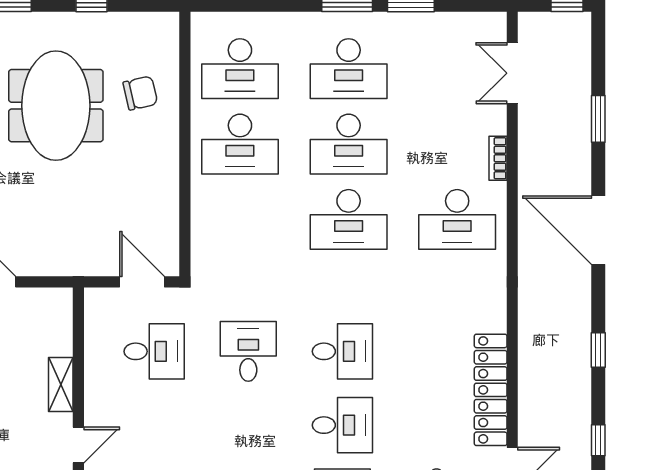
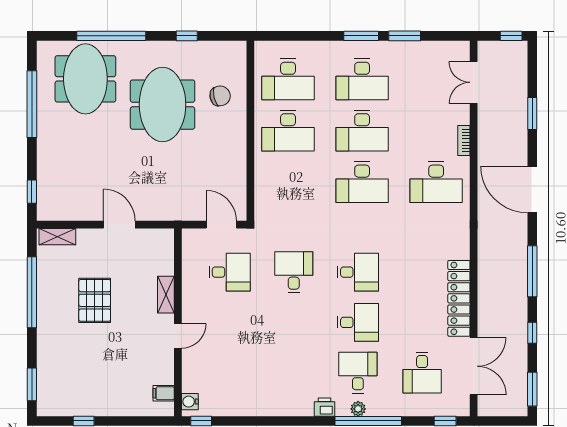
window: (598, 350) -> (532, 271), width x2.17

